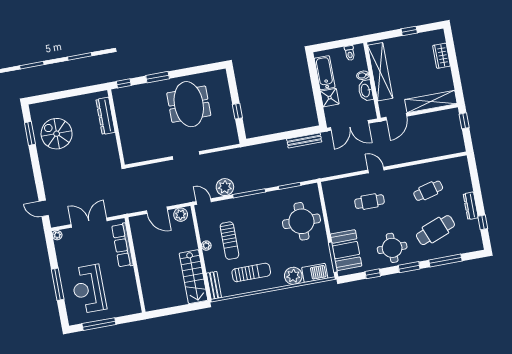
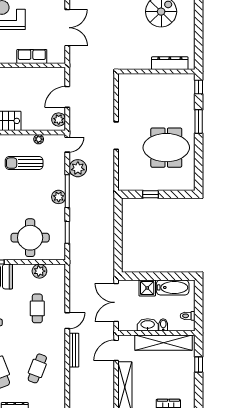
window: (409, 31) -> (199, 365), moved
door: (396, 117) -> (116, 350), hinge flipped
bench: (304, 140) -> (74, 350), moved
cafe table: (428, 191) -> (37, 368), turned 36
plant: (256, 201) -> (59, 197), added
plant: (333, 206) -> (39, 271), added
row of seats: (122, 245) -> (32, 56), width x0.68
plant: (206, 246) -> (39, 139), moved

